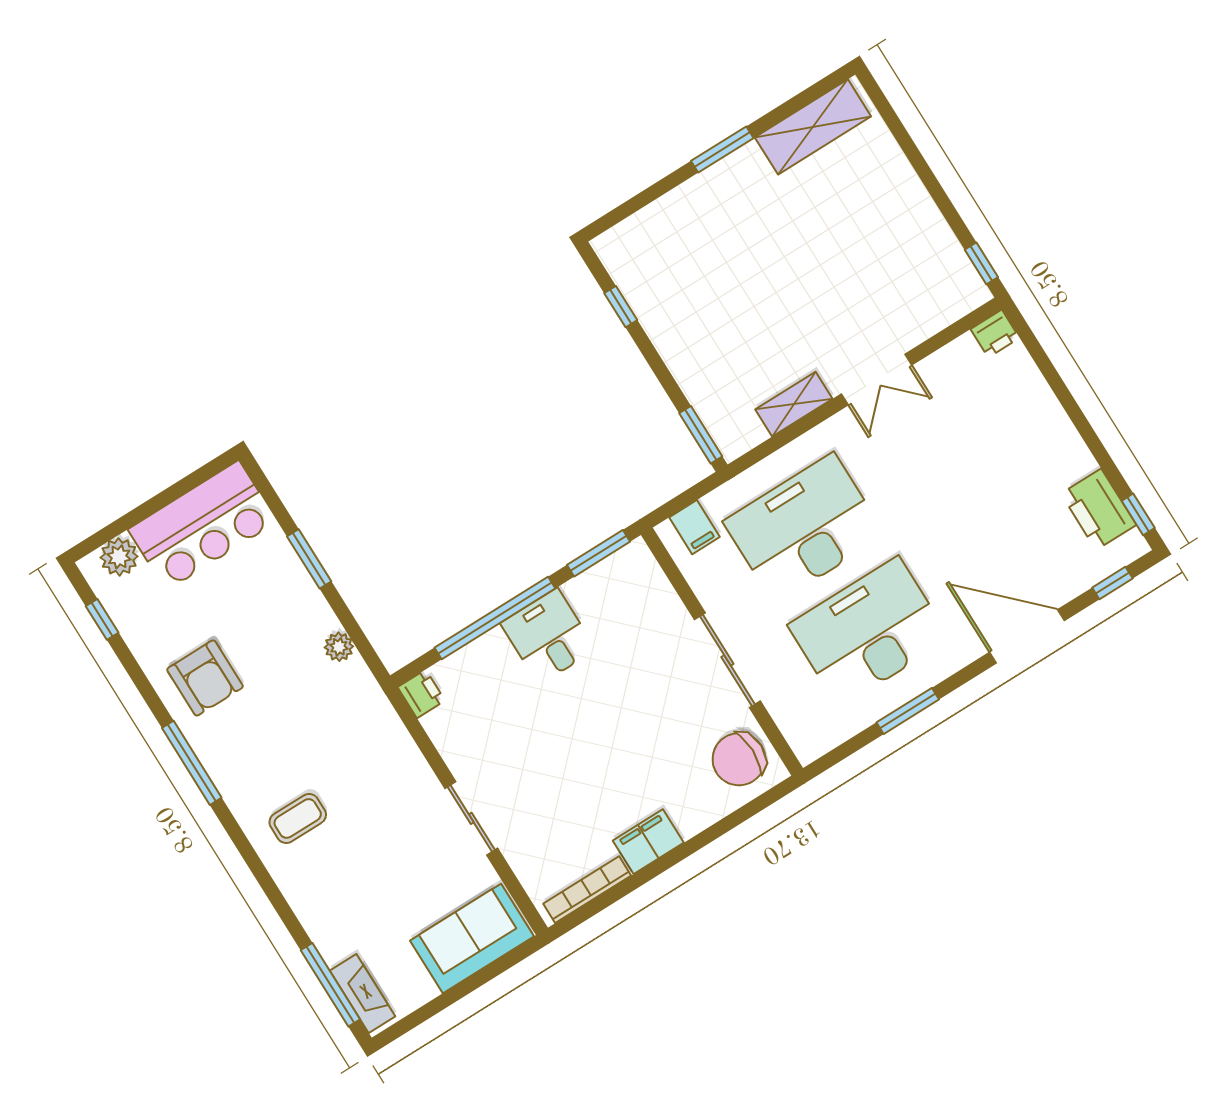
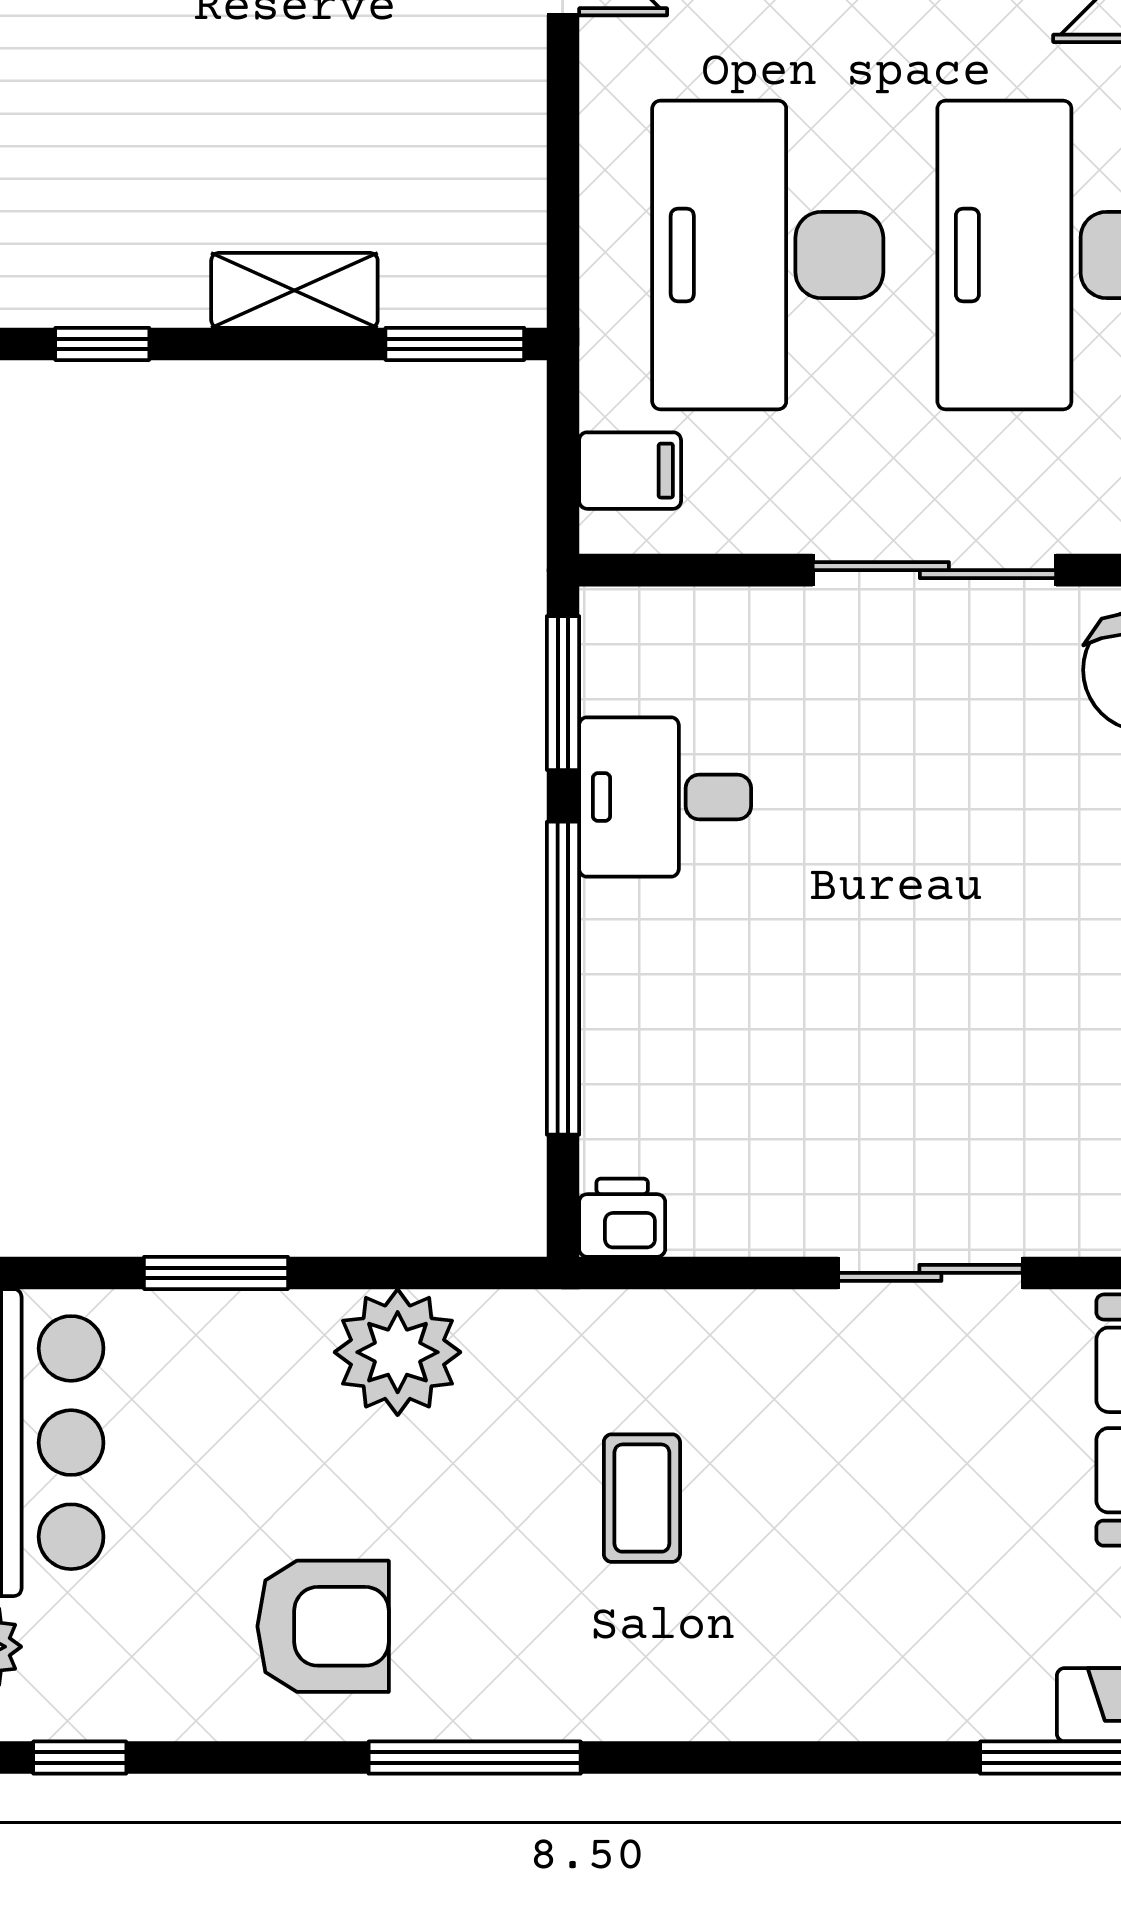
shelving: (794, 404) -> (294, 290), moved, turned 90
desk: (548, 636) -> (665, 797), moved
plant: (339, 647) -> (398, 1352), width x1.88, depth x1.88
coffee table: (298, 818) -> (642, 1498), moved

